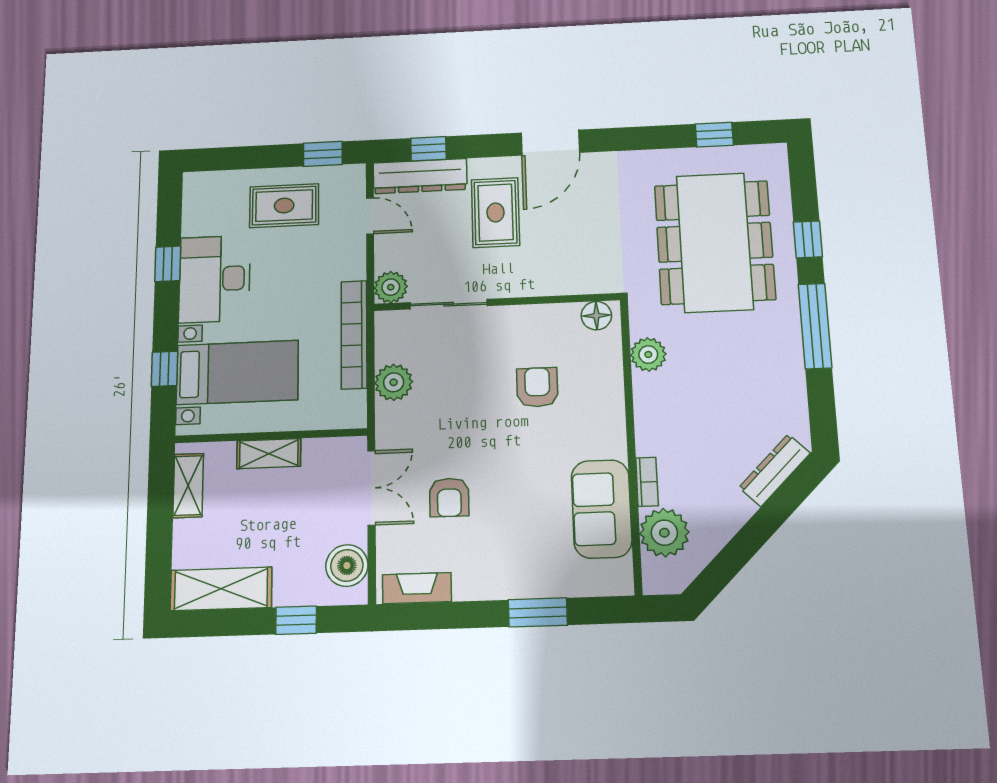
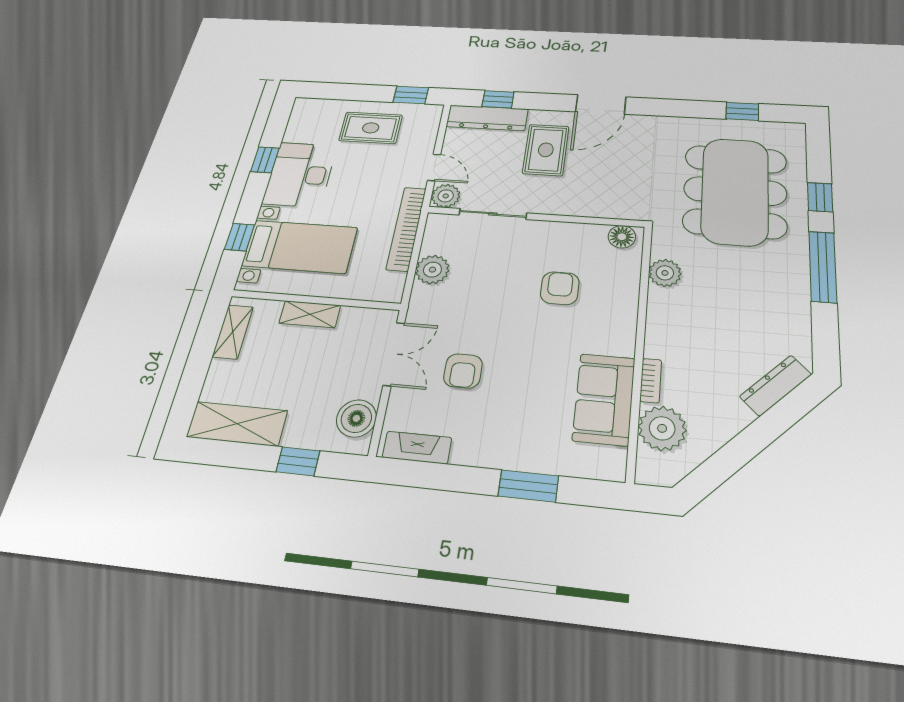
door: (370, 216) -> (434, 167), moved

